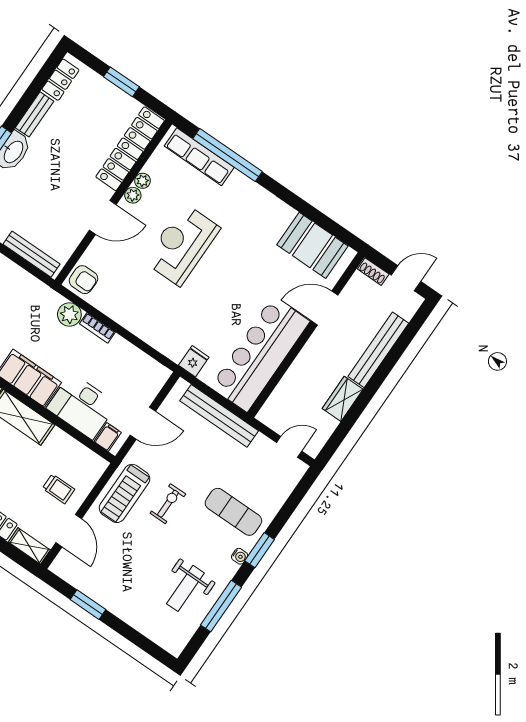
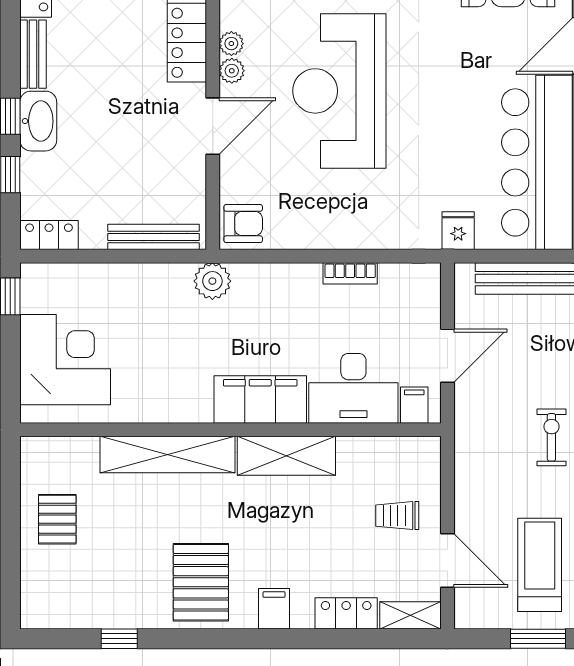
reception desk: (182, 245) -> (339, 91), width x1.36, depth x1.30
plant: (69, 315) -> (212, 281), moved
bookcase: (97, 328) -> (350, 273), moved
trolley: (59, 489) -> (397, 516), turned 180
treadmill: (125, 493) -> (540, 565), moved, turned 180

